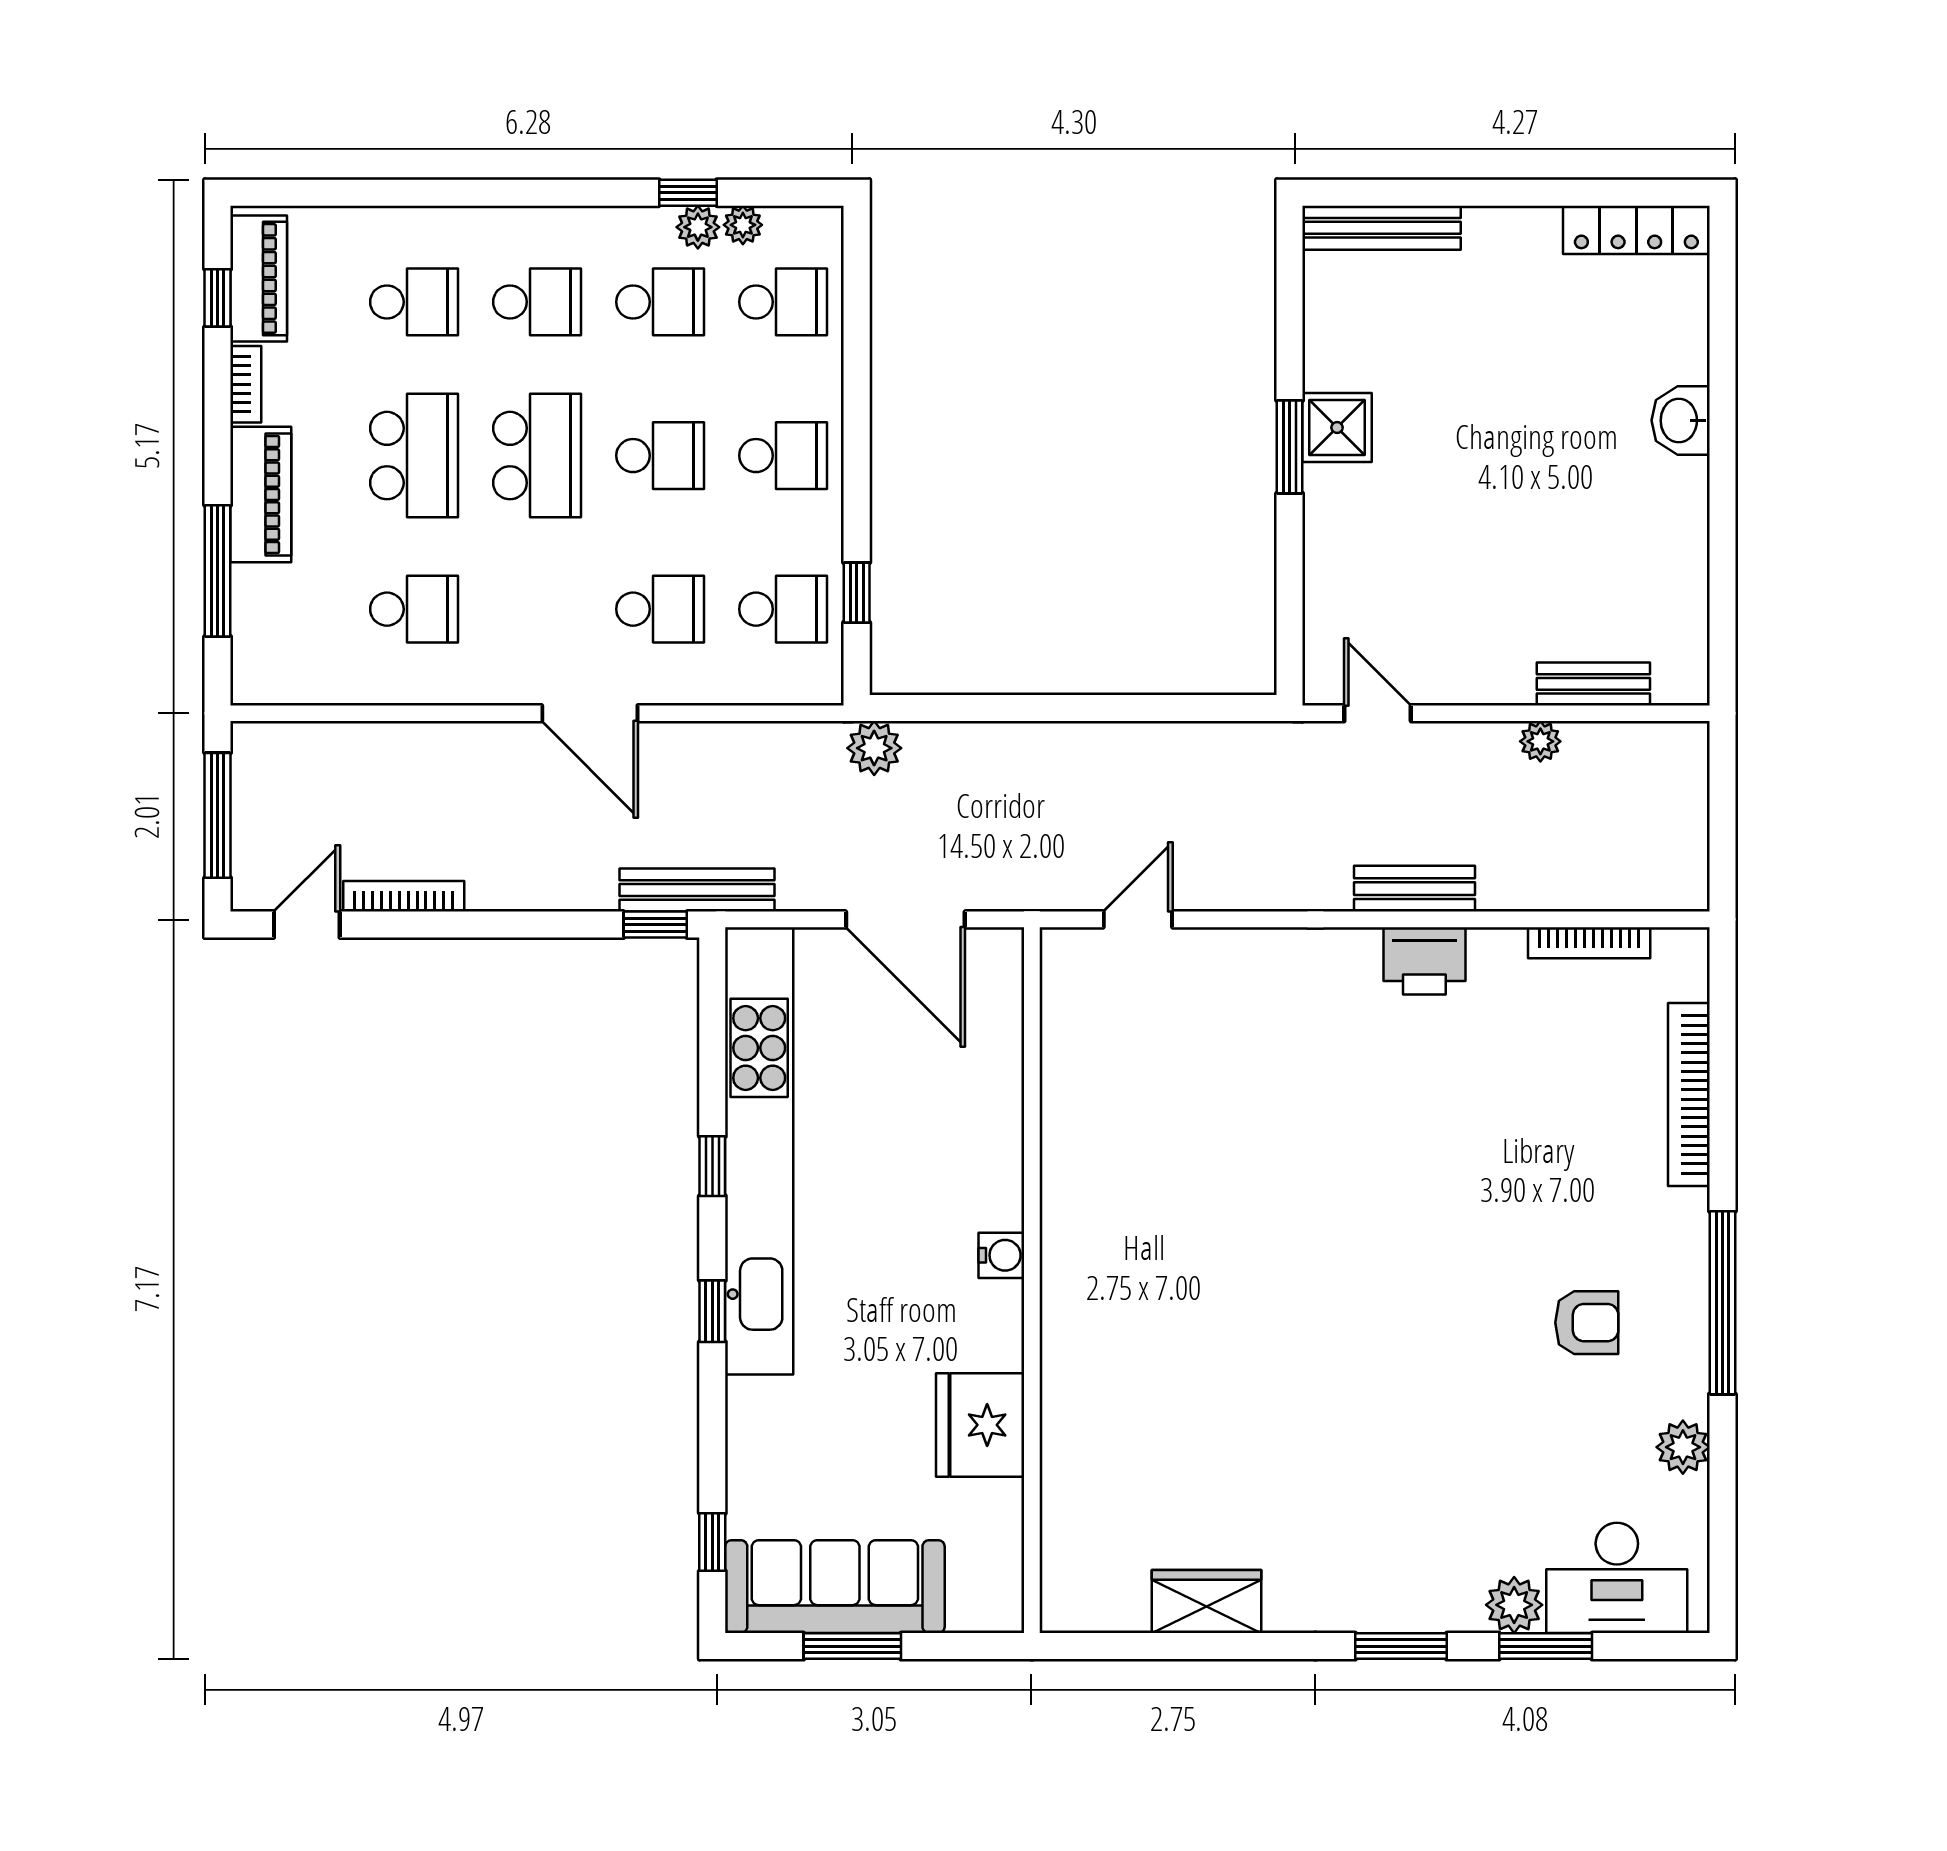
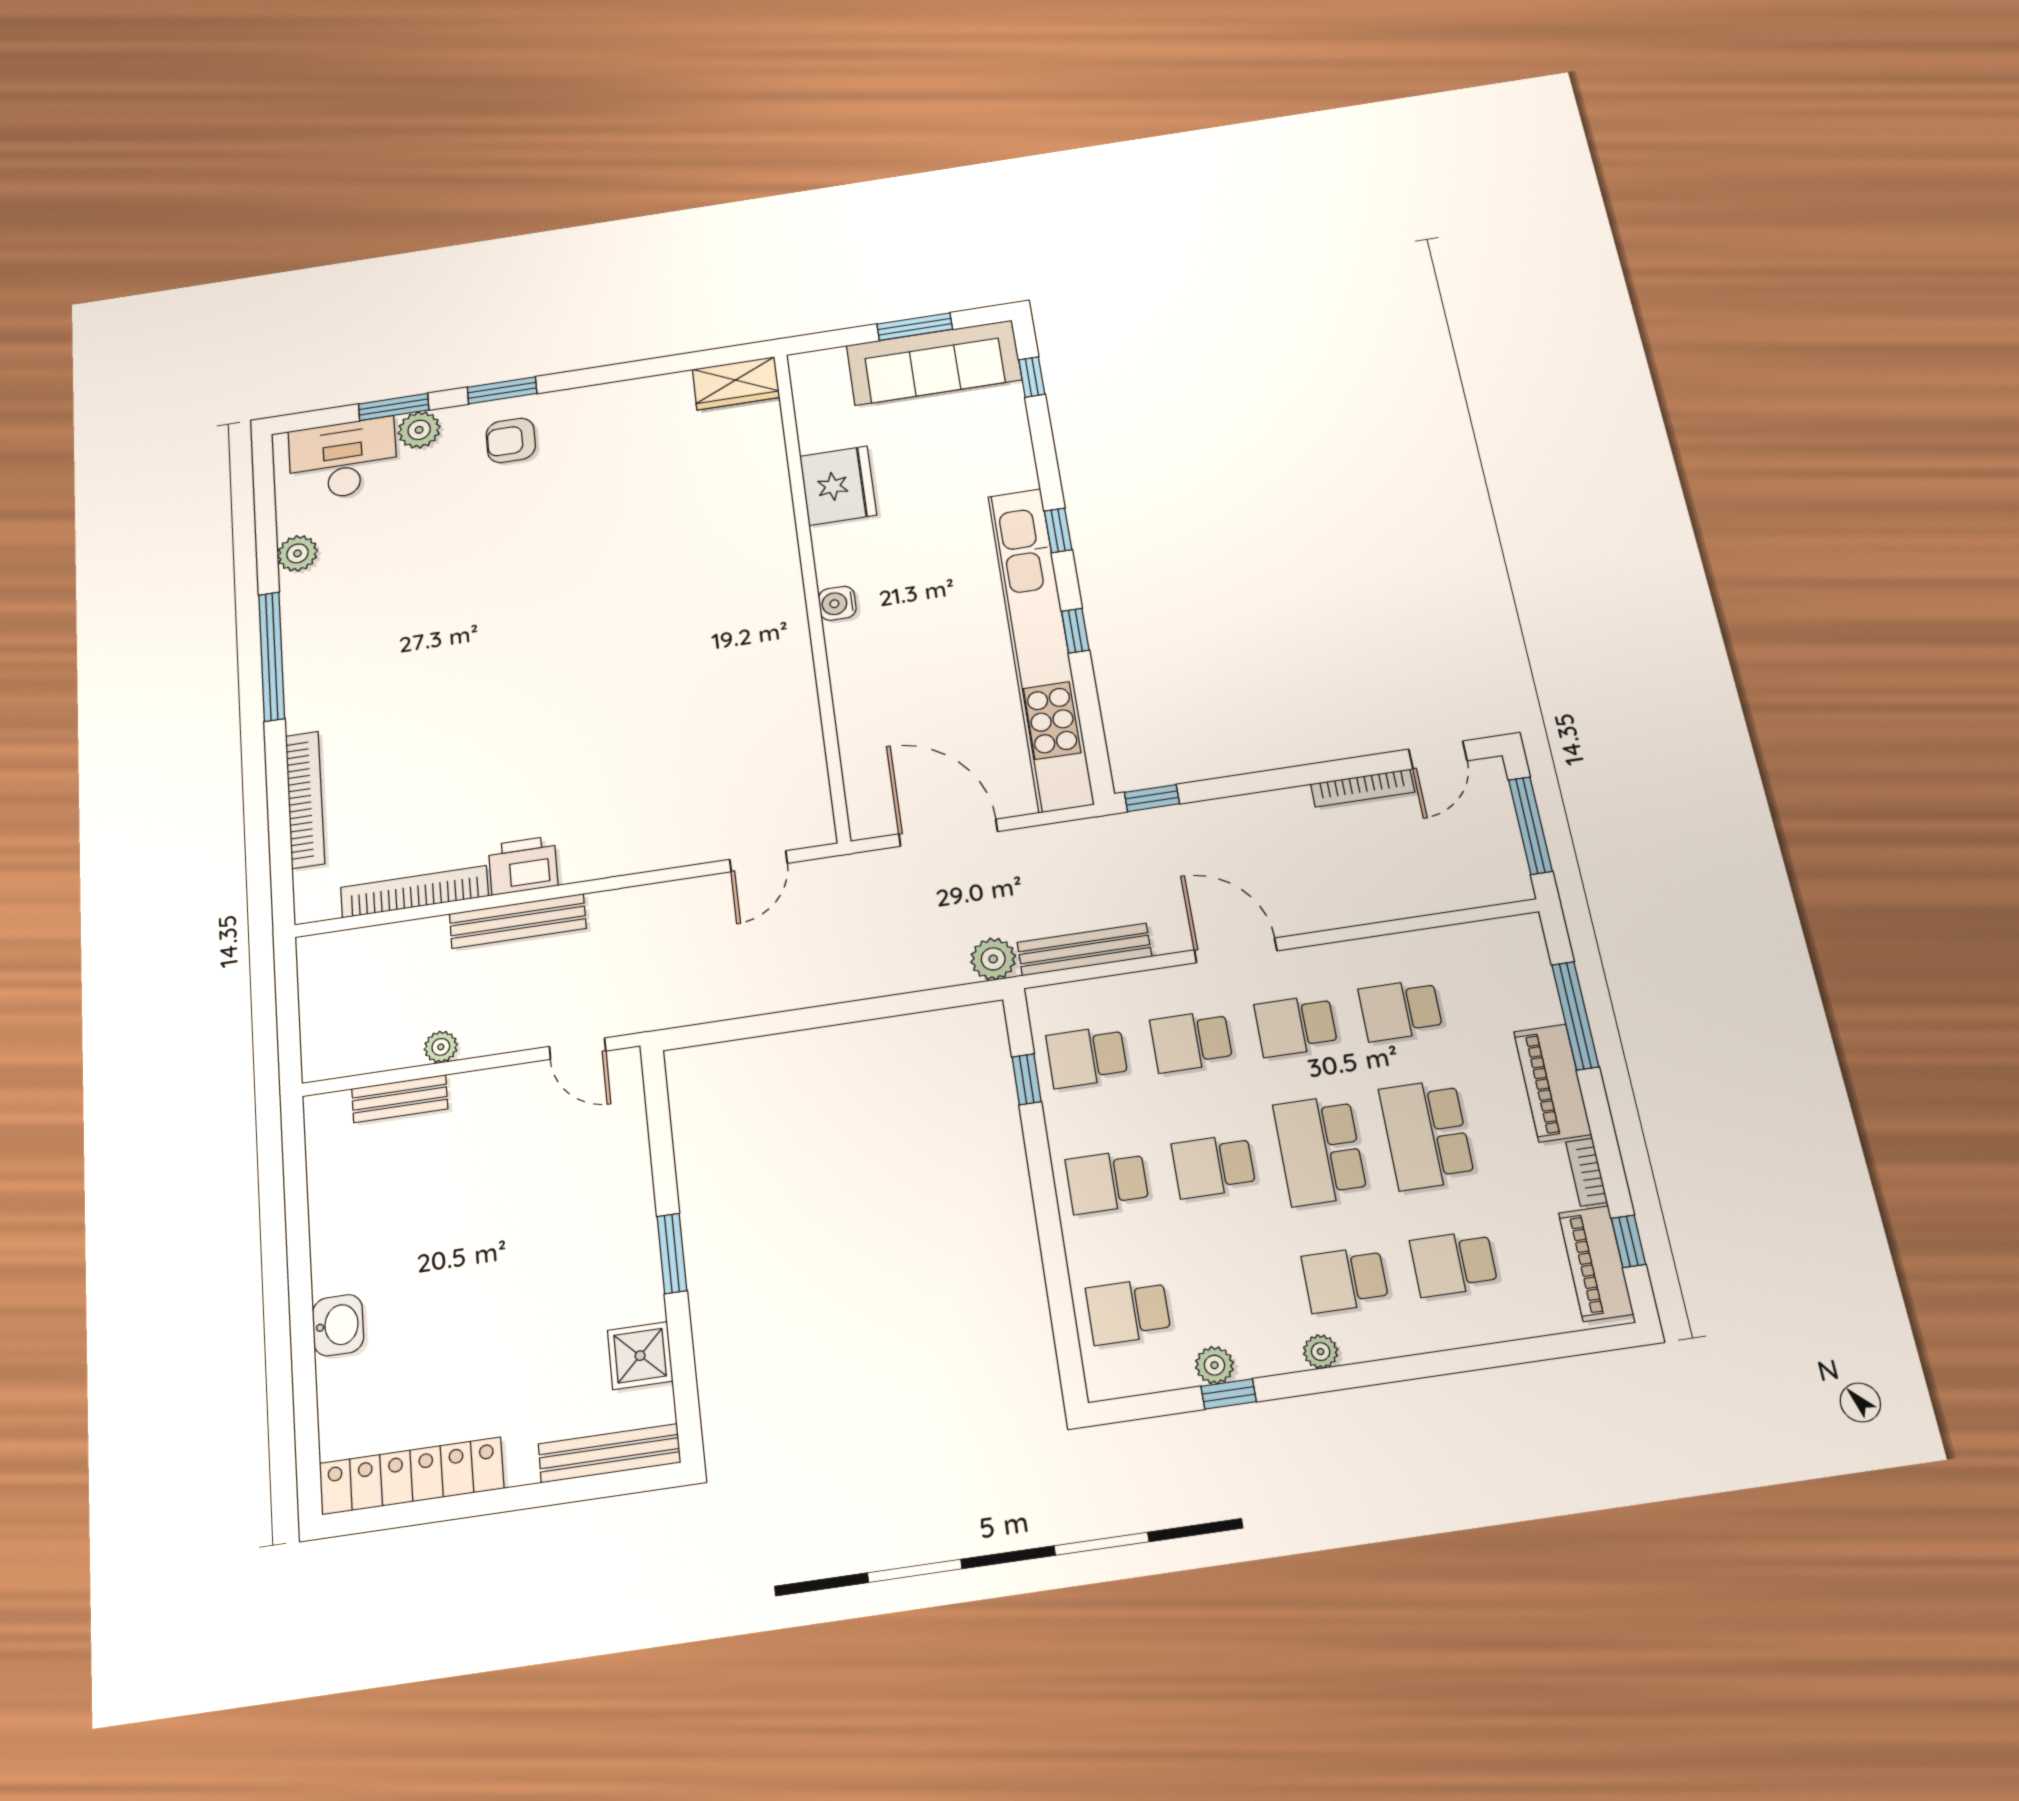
plant: (743, 225) -> (1321, 1352), moved
locker: (1636, 230) -> (411, 1476), width x1.41, depth x1.21
school desk: (660, 302) -> (1296, 1026), moved
shower: (1337, 428) -> (640, 1356), moved
bench: (1414, 889) -> (518, 921), width x1.36
bench: (697, 890) -> (1084, 950), moved
bookcase: (1589, 943) -> (414, 892), width x1.48, depth x1.31
armchair: (1587, 1323) -> (511, 440), moved
wardrobe: (1207, 1602) -> (736, 383), moved

